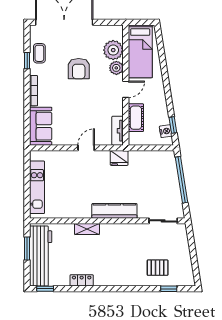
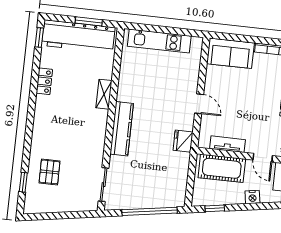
cot: (136, 118) -> (222, 168), width x1.37, depth x1.34
tv unit: (118, 131) -> (227, 144), moved
nightstand: (166, 131) -> (252, 197), moved

